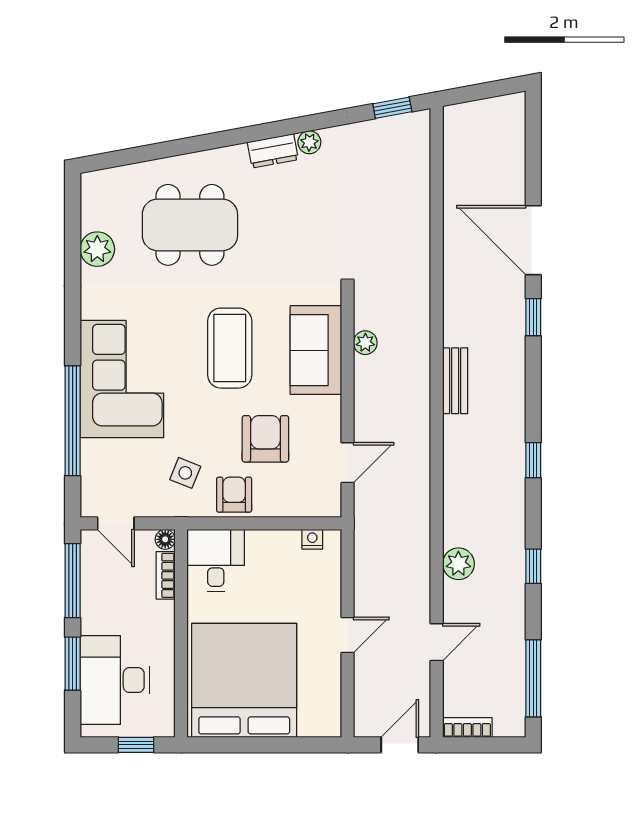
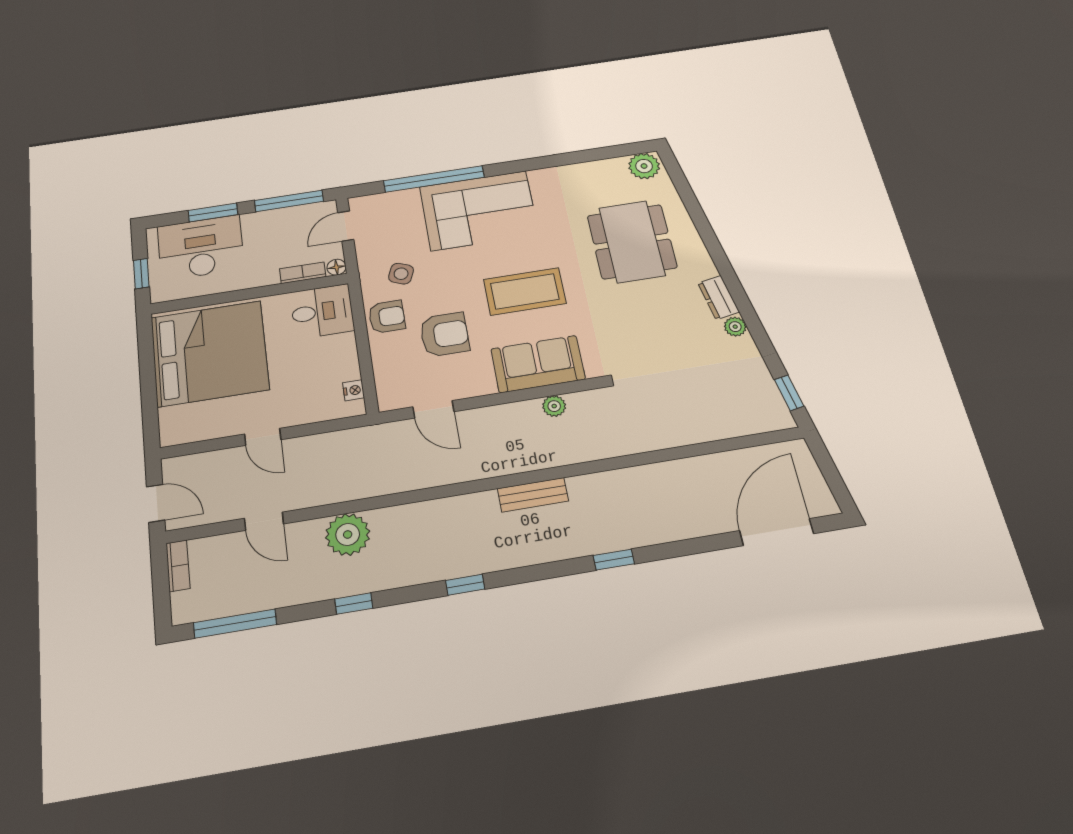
door: (533, 240) -> (777, 532), moved
plant: (97, 249) -> (644, 166), moved
plant: (458, 564) -> (348, 534), width x1.36, depth x1.36

